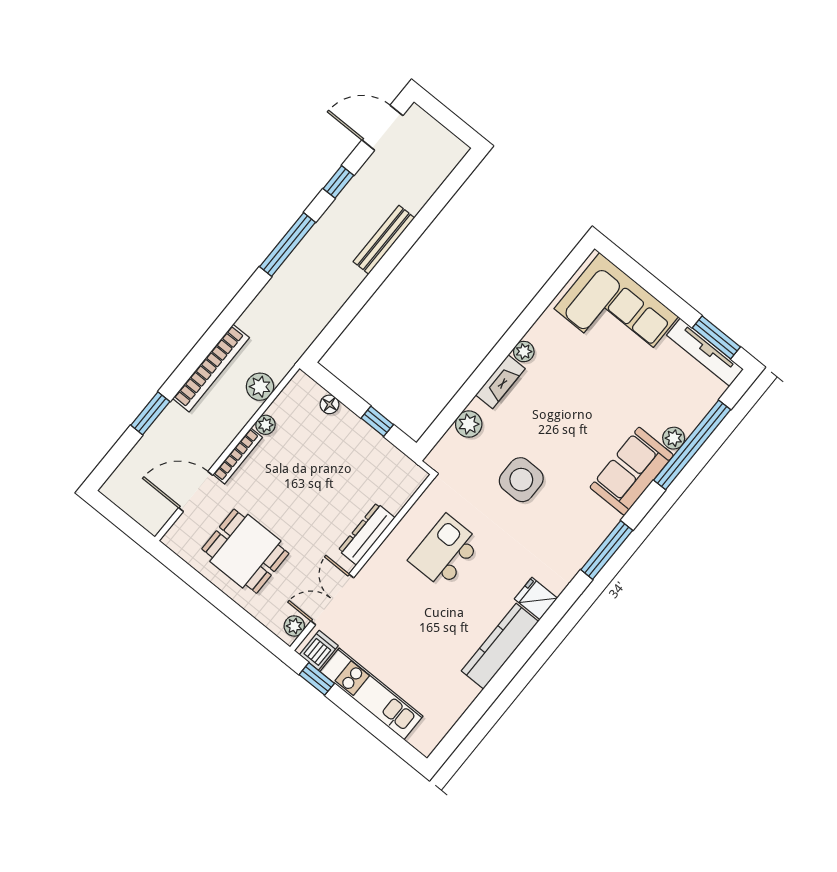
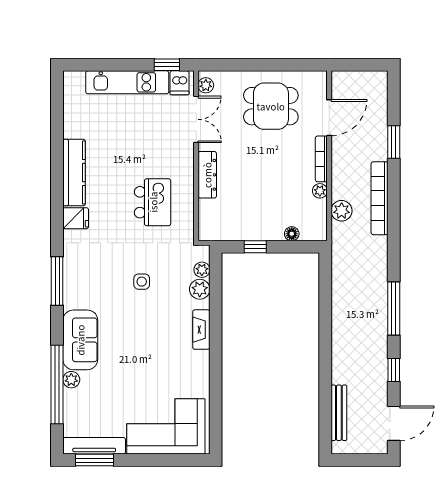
bench: (384, 240) -> (339, 413), moved
plant: (524, 352) -> (202, 270), moved
side table: (521, 480) -> (142, 282), width x0.54, depth x0.54

